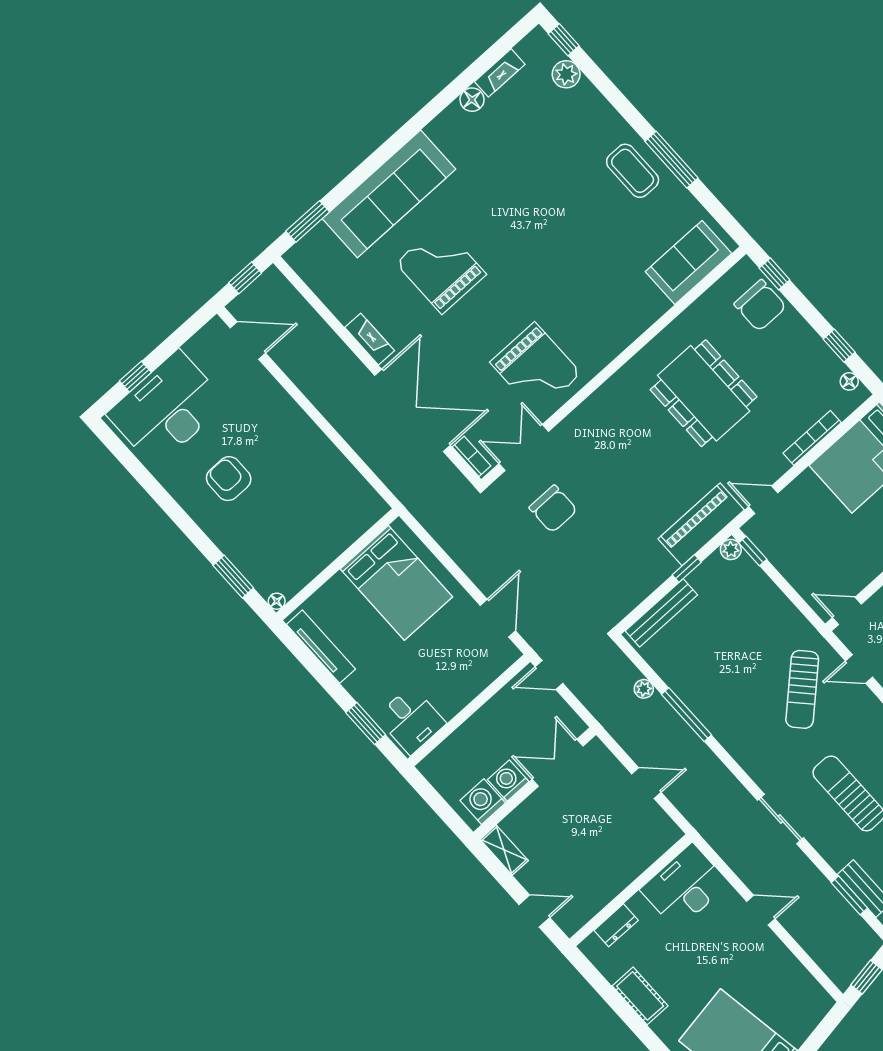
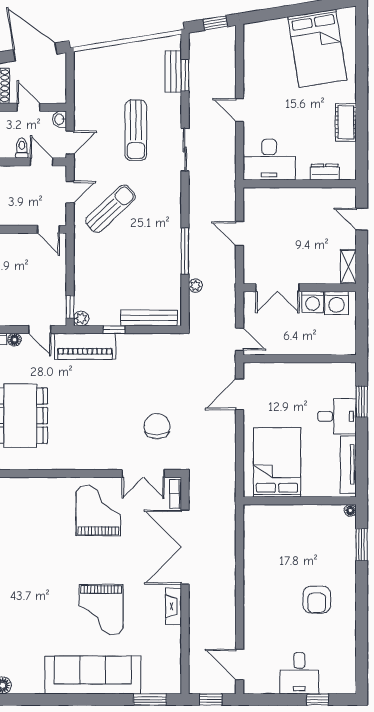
desk: (167, 409) -> (299, 673), width x0.53, depth x0.77
floor lamp: (780, 466) -> (15, 340), added
door: (859, 669) -> (70, 192), hinge flipped
desk: (411, 720) -> (337, 416), moved, turned 90

